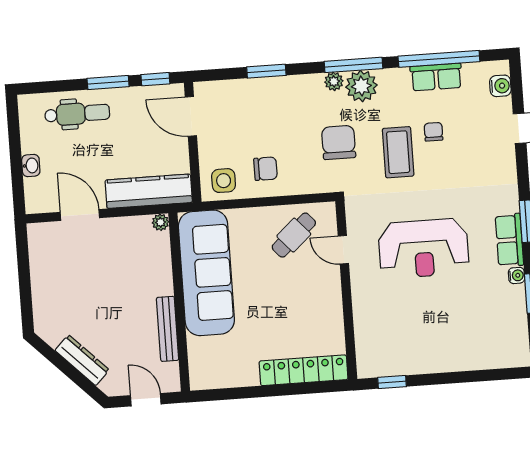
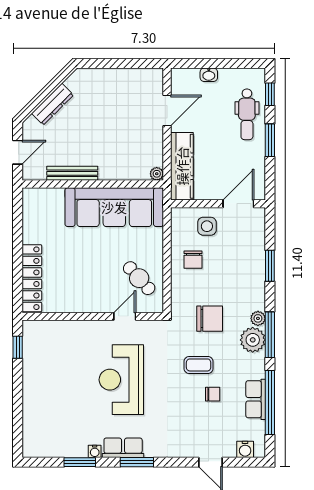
window: (155, 79) -> (270, 94), moved
coffee table: (398, 152) -> (199, 365), width x0.73, depth x0.77
side table: (224, 181) -> (207, 226), moved

